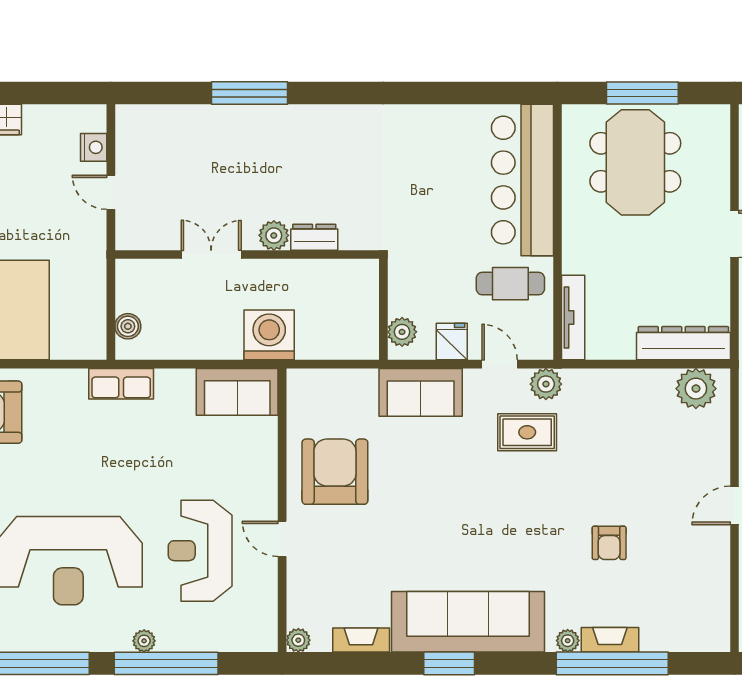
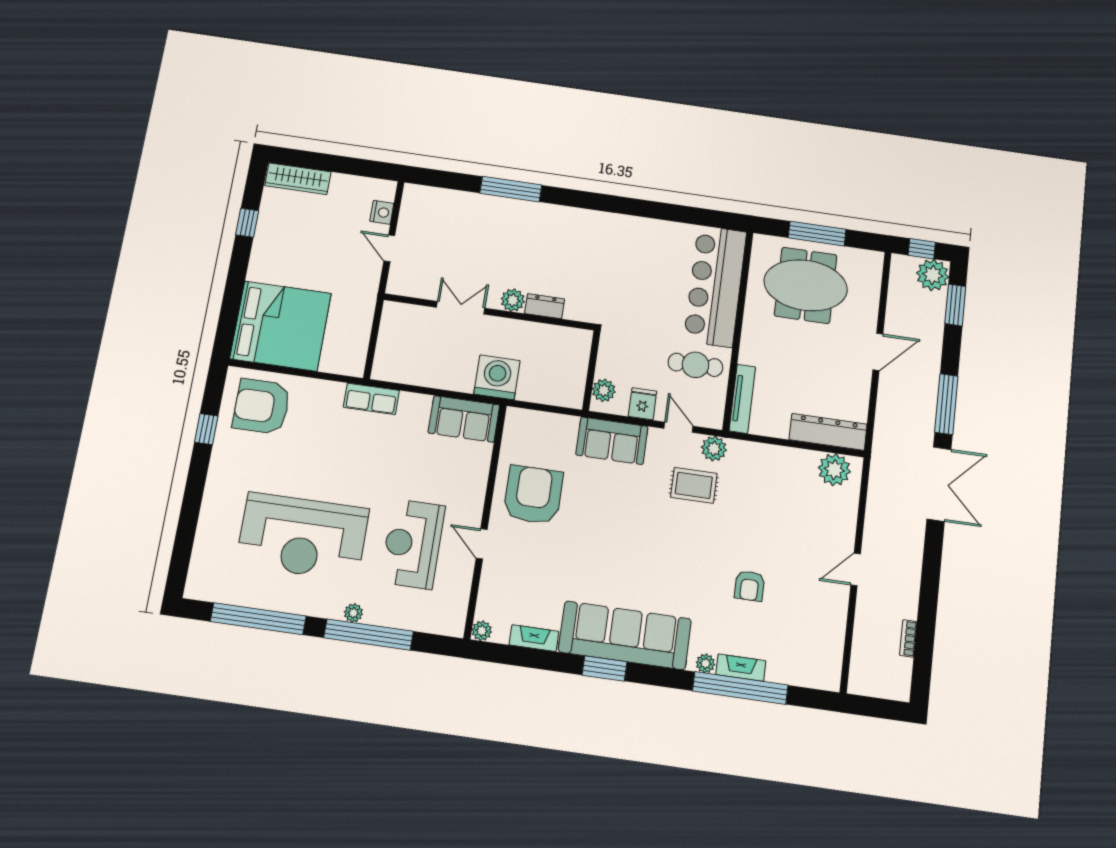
meeting table: (635, 162) -> (806, 285), turned 90
boiler: (128, 326) -> (385, 354), removed

